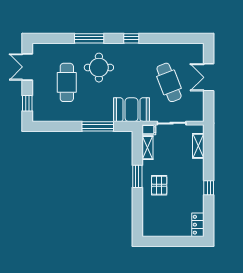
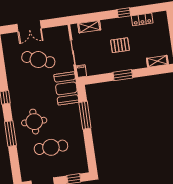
cafe table: (169, 82) -> (38, 60), turned 42
shelving: (147, 148) -> (157, 61), moved
pallet: (159, 185) -> (120, 45), moved
locker: (198, 225) -> (142, 19), moved

